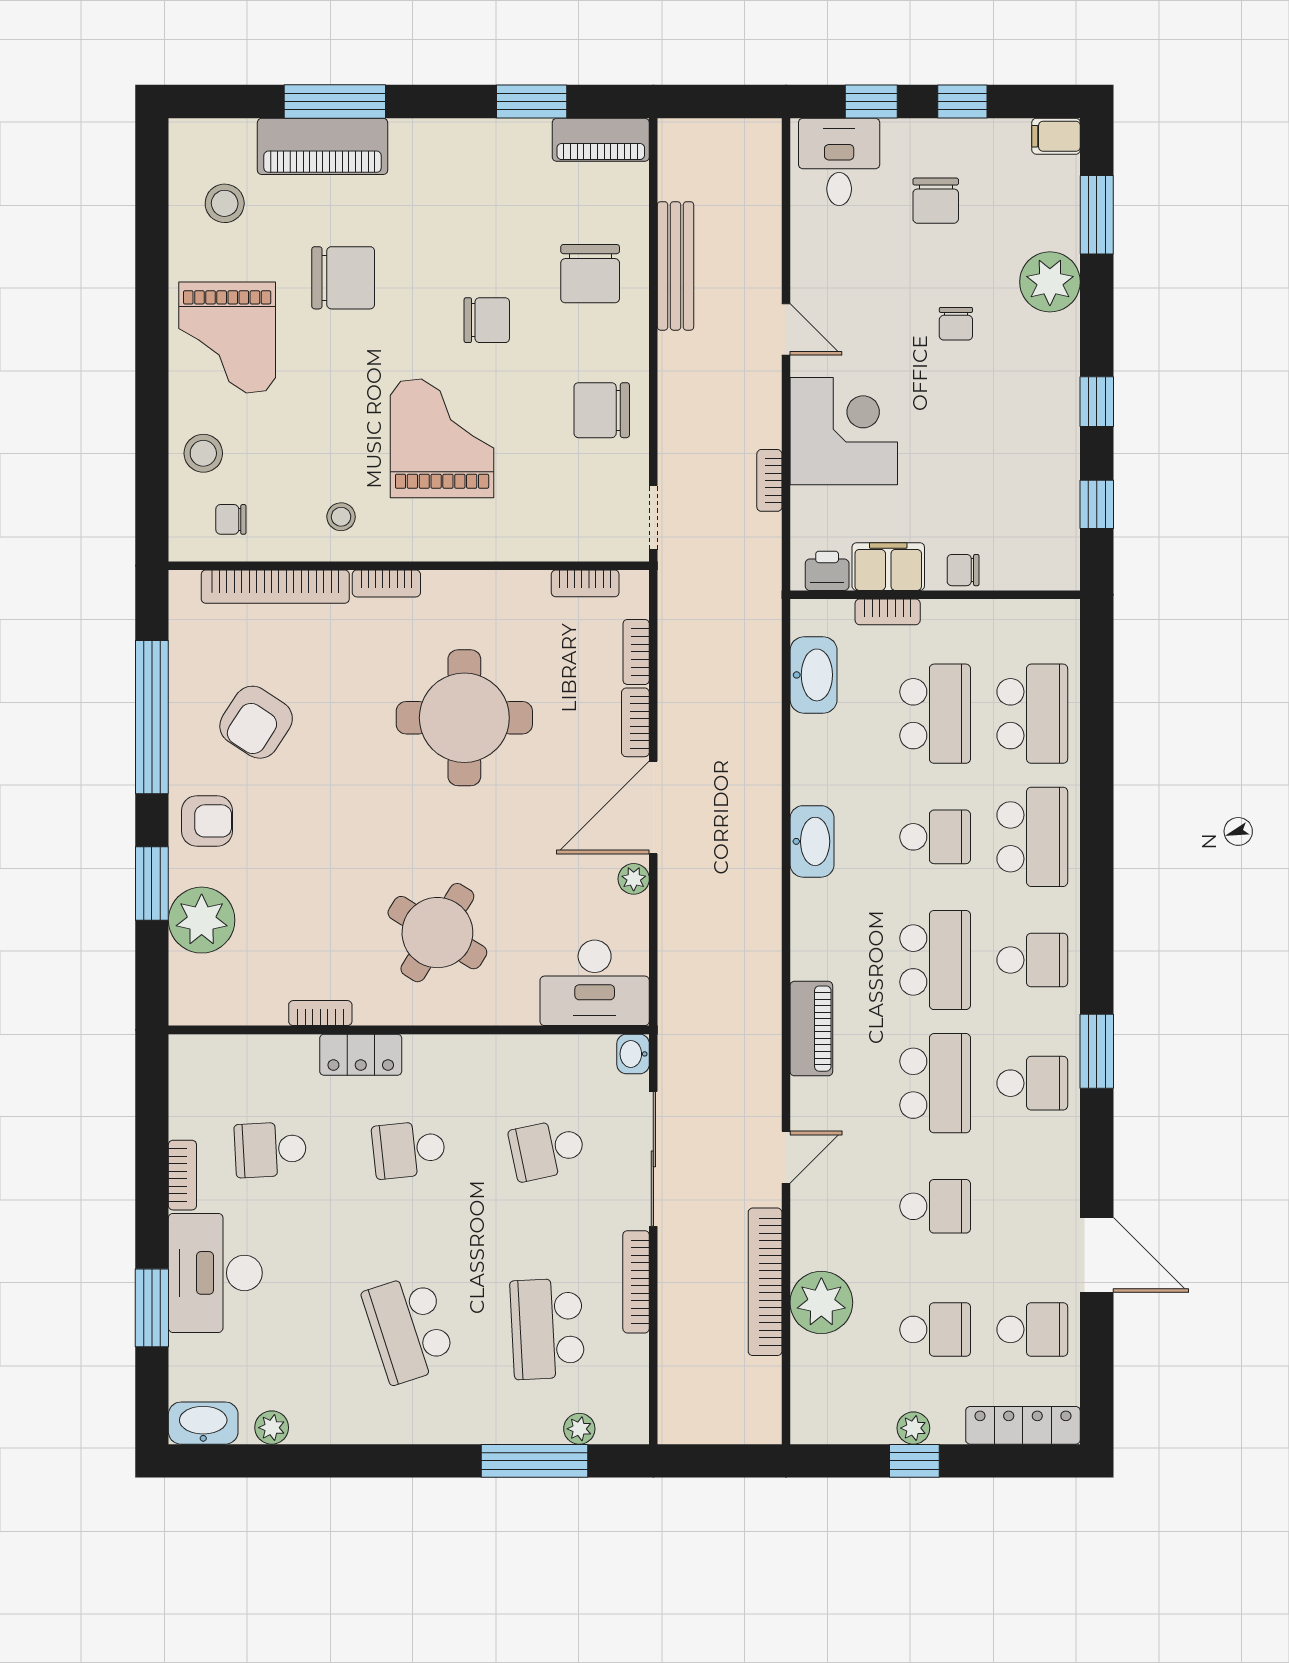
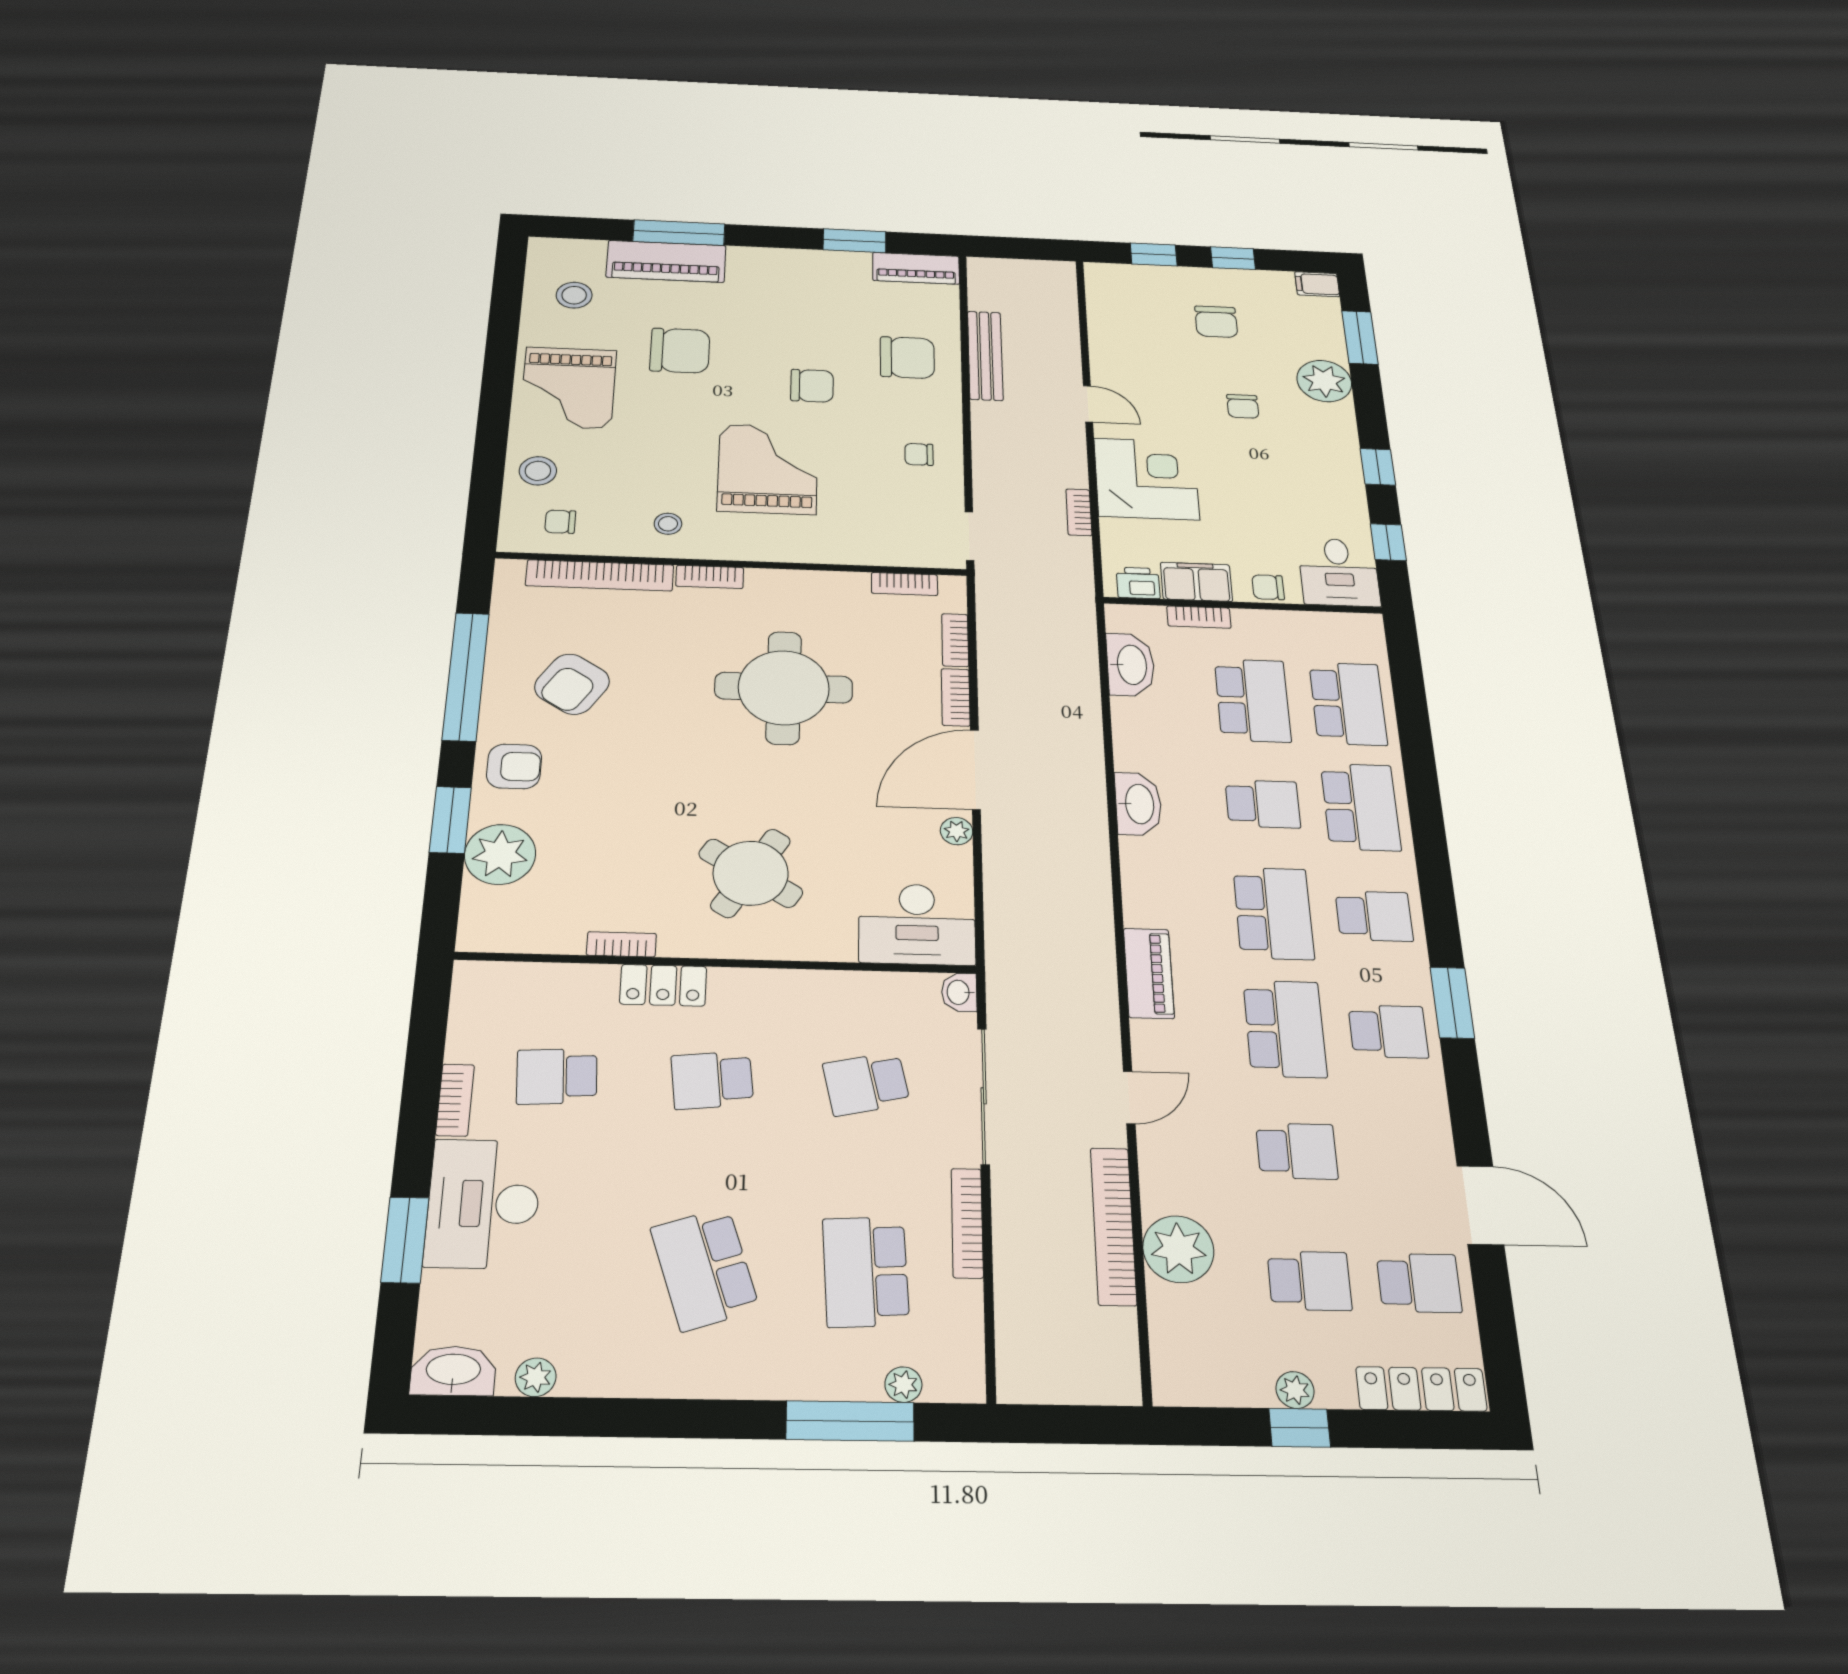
desk: (839, 162) -> (1339, 572), moved, turned 180
chair: (590, 274) -> (907, 358), turned -90
chair: (602, 410) -> (919, 454), width x0.54, depth x0.54

